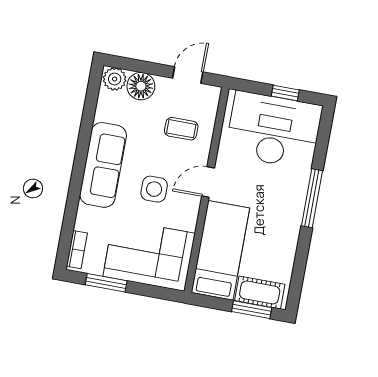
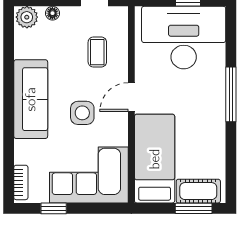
floor lamp: (141, 86) -> (52, 13), width x0.53, depth x0.53
coffee table: (181, 129) -> (97, 52), turned 90
window: (106, 283) -> (54, 208), width x0.67

